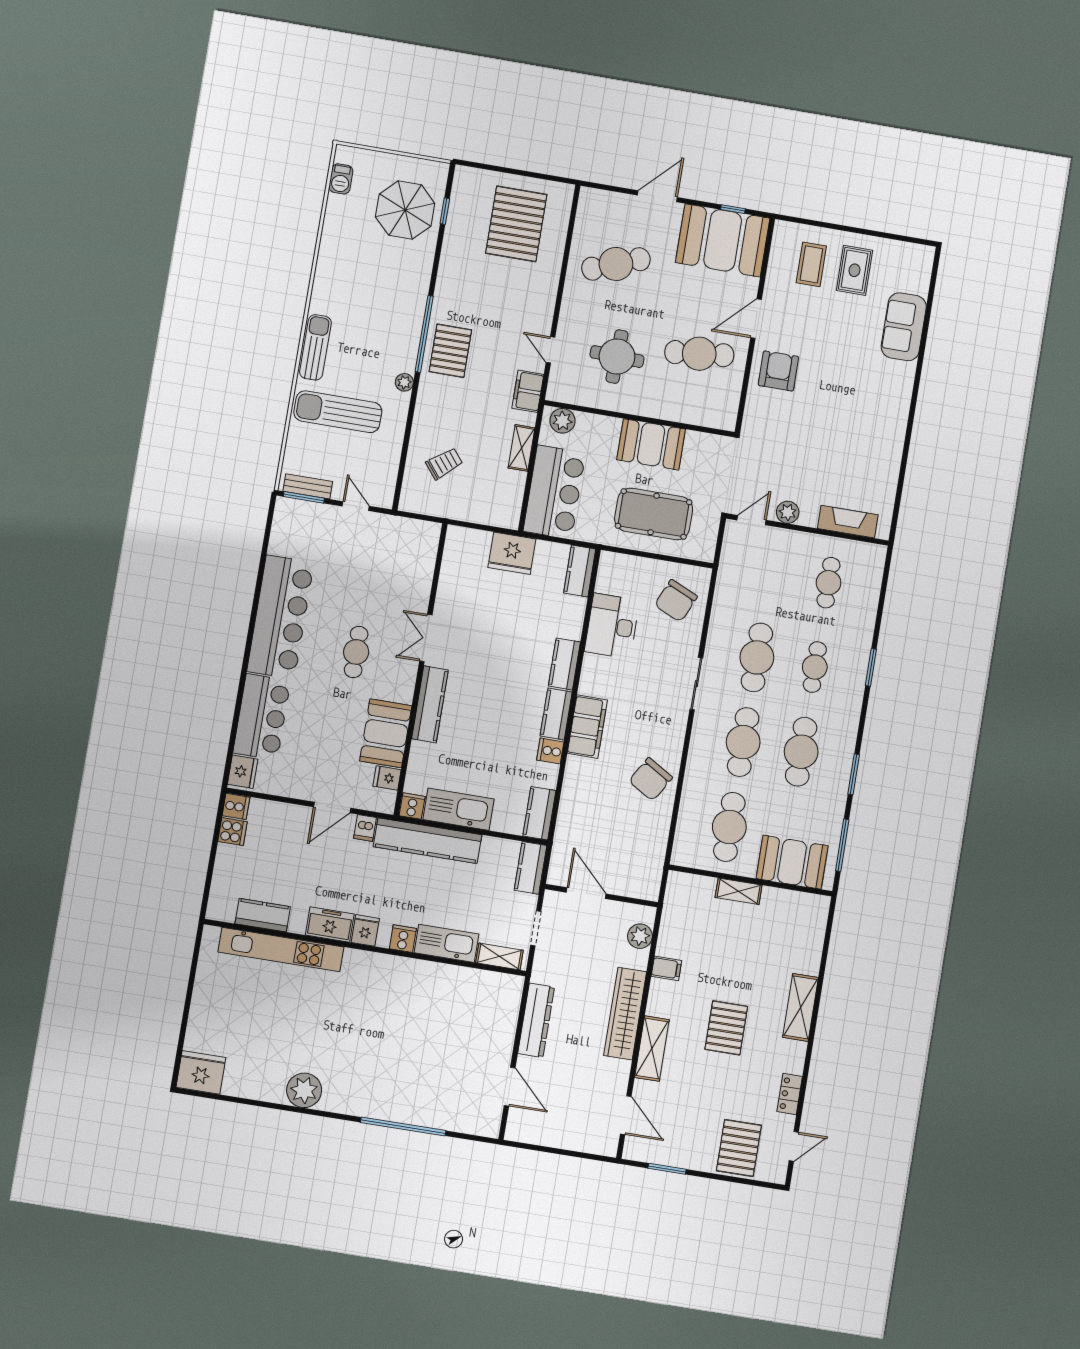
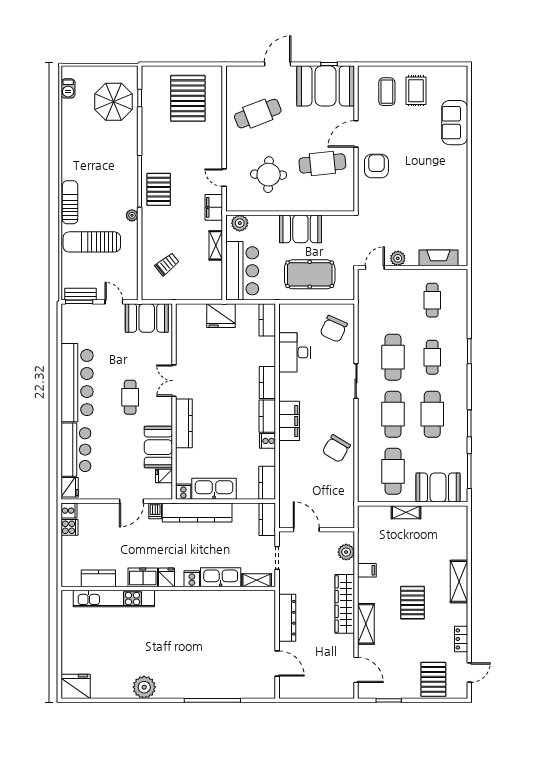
booth: (401, 538) -> (147, 318), added

